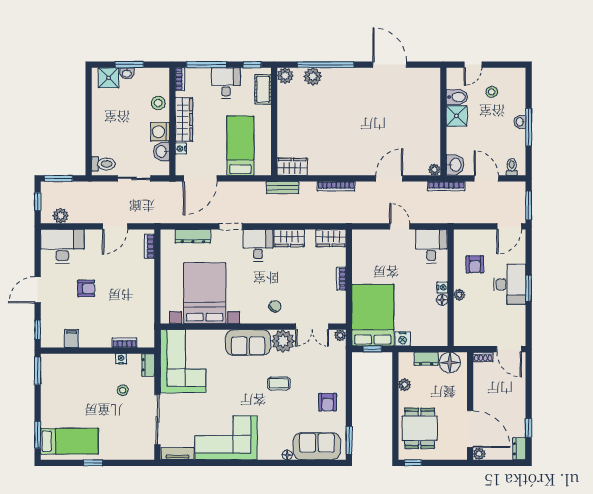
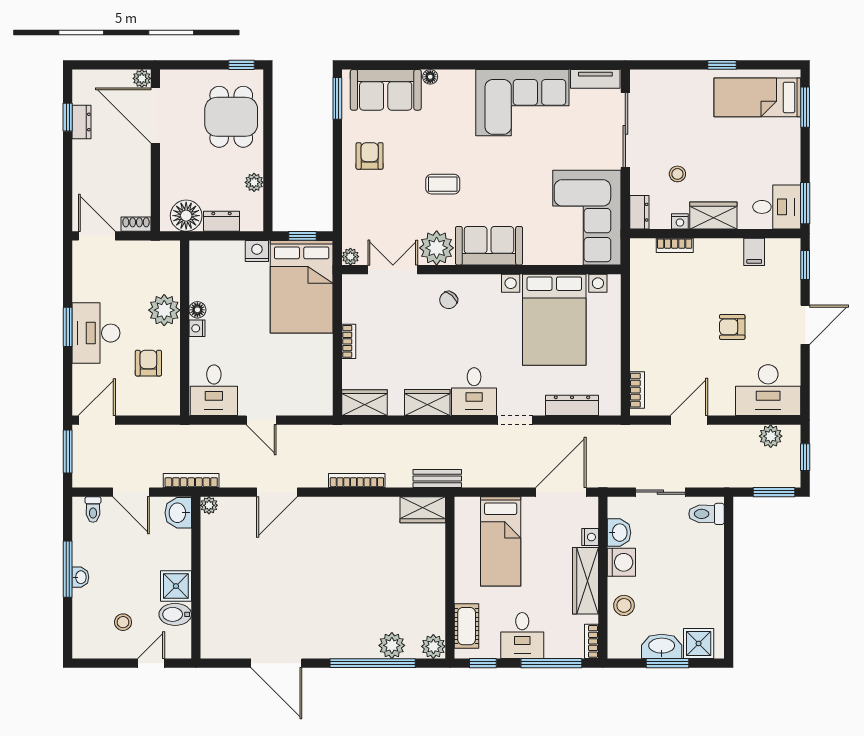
washbasin: (127, 73) -> (662, 646), width x1.91, depth x1.45
plant: (459, 295) -> (164, 310), width x1.88, depth x1.88
wardrobe: (99, 363) -> (713, 216), added
desk: (57, 368) -> (777, 207), added
dresser: (519, 449) -> (82, 122), moved

